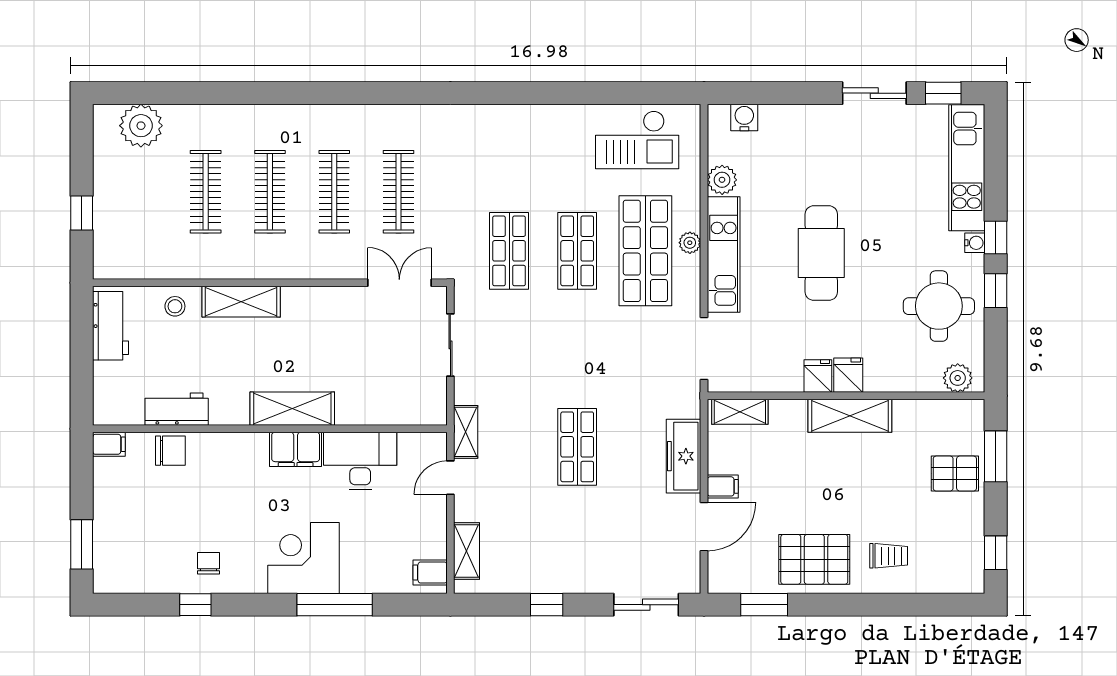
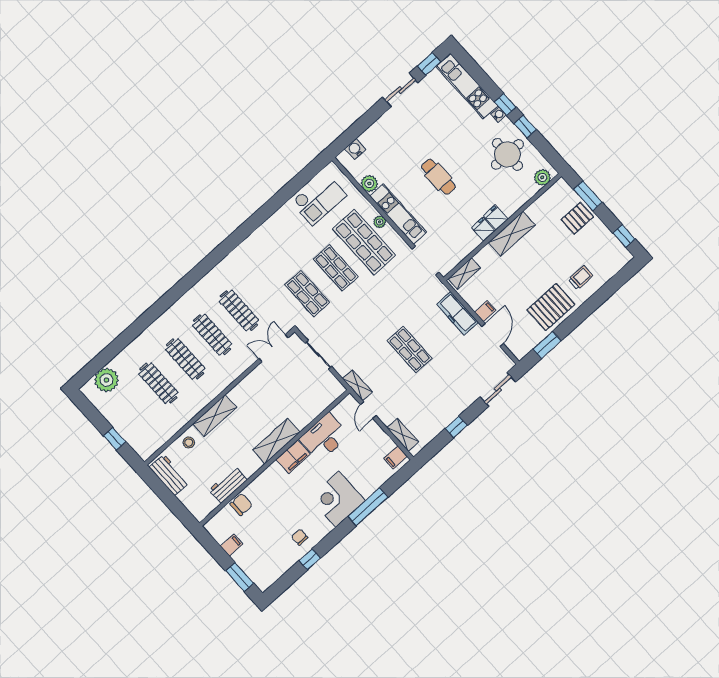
cafe table: (821, 253) -> (438, 177), width x0.73, depth x0.74
filing cabinet: (109, 444) -> (231, 545), moved

